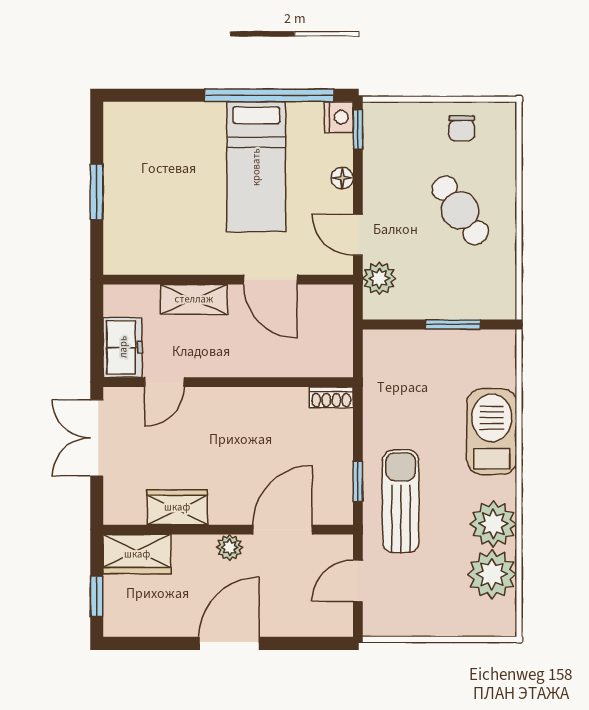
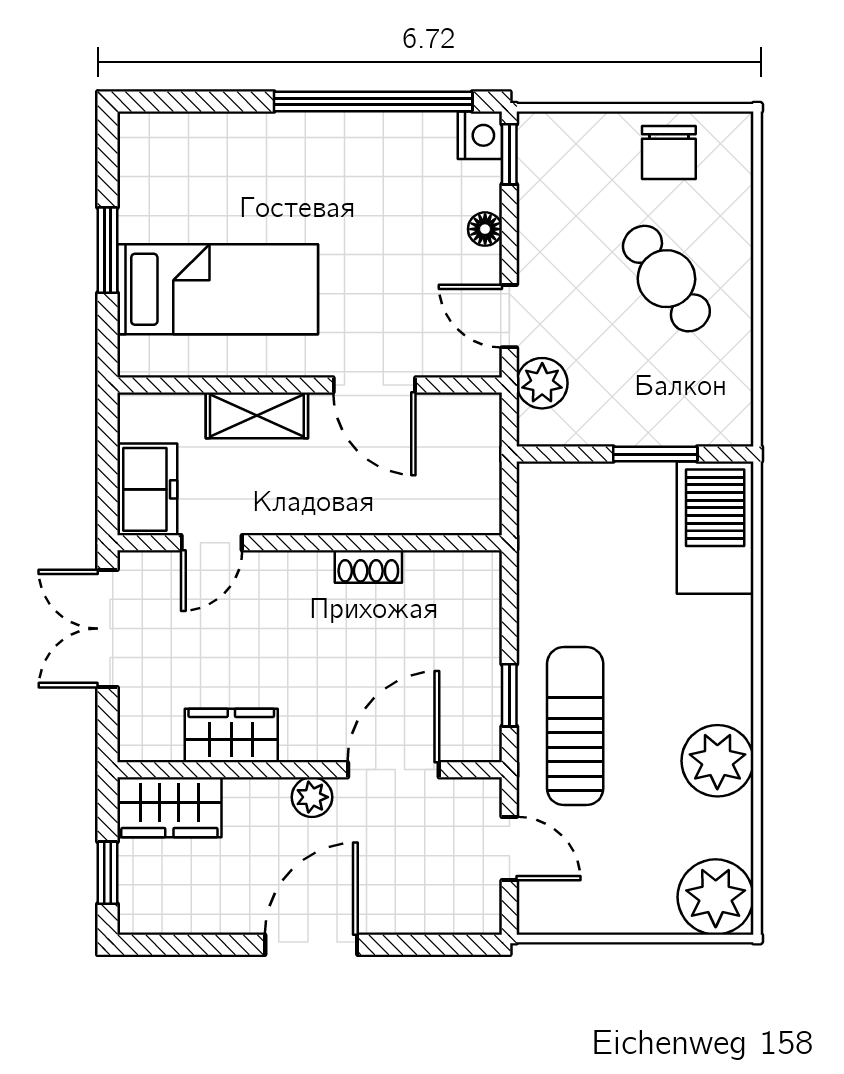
chair: (462, 128) -> (669, 152), width x1.37, depth x1.37
bed: (256, 167) -> (218, 289), moved, turned -90
shoe rack: (331, 398) -> (368, 567), moved
barbecue: (492, 432) -> (715, 528), moved
plant: (492, 574) -> (716, 897), moved
door: (358, 581) -> (509, 849), swing flipped

